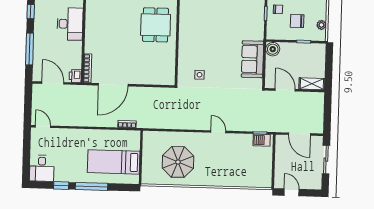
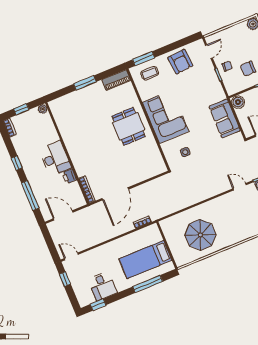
corner sofa: (196, 32) -> (166, 117), added
printer: (75, 76) -> (69, 176), moved
door: (218, 132) -> (240, 187), moved
window: (27, 146) -> (65, 279), added
desk: (42, 168) -> (102, 286), moved
window: (61, 185) -> (98, 305), moved
window: (92, 186) -> (148, 284), moved

